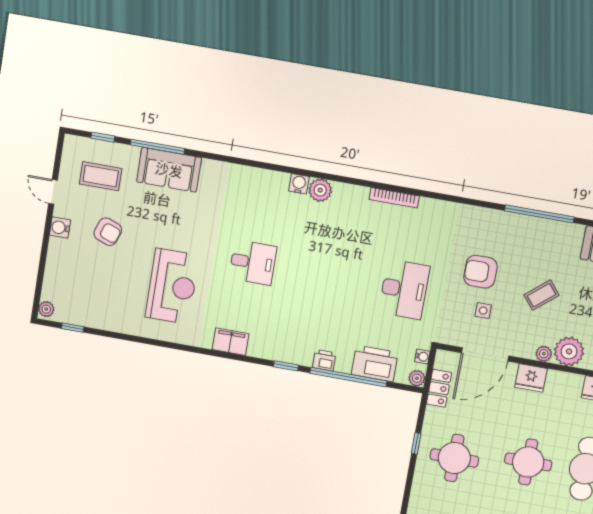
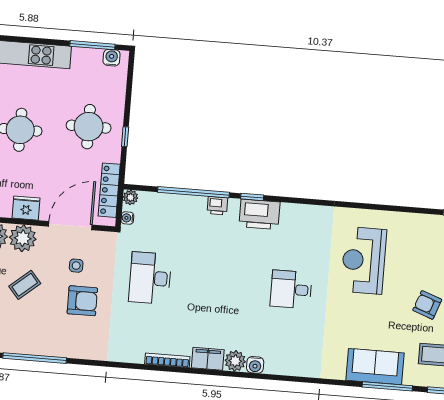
filing cabinet: (231, 342) -> (208, 359), moved, turned 180
plant: (544, 354) -> (23, 238), width x1.88, depth x1.88
printer: (375, 364) -> (259, 214), moved
locker: (439, 388) -> (109, 190), width x1.53

